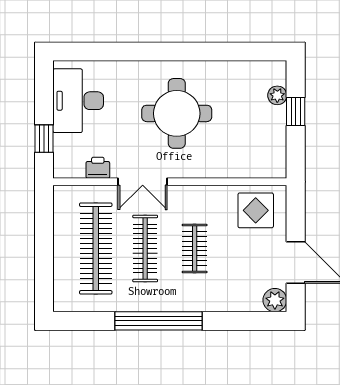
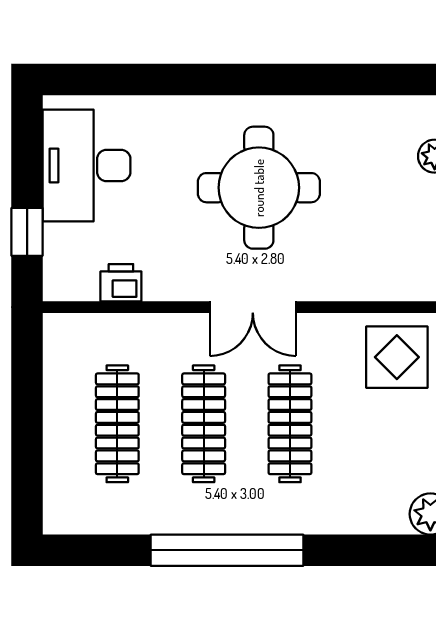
double door: (143, 182) -> (253, 307), moved
clothes rail: (96, 249) -> (117, 424), width x0.73, depth x0.76
clothes rail: (195, 249) -> (290, 424), width x1.36

